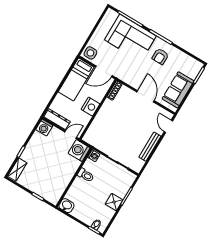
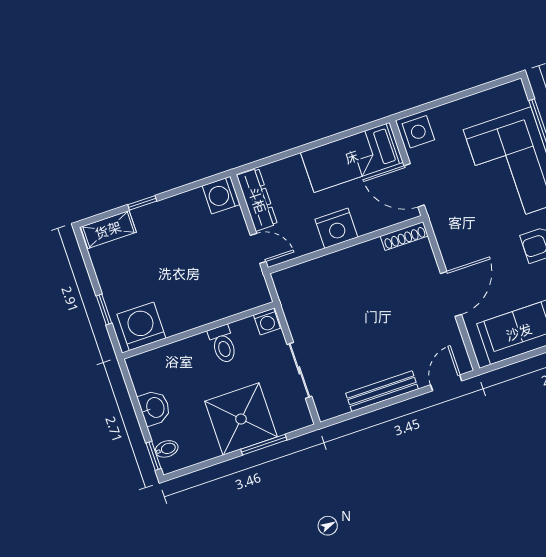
washing machine: (79, 151) -> (141, 326), moved
shower: (114, 202) -> (241, 419), width x1.86, depth x1.86
washbasin: (67, 206) -> (155, 408), moved

